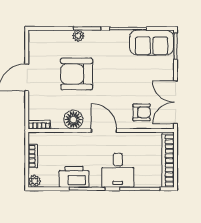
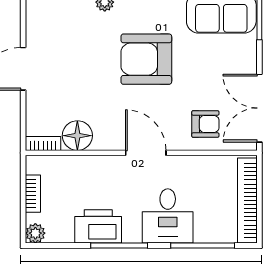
armchair: (77, 74) -> (146, 59), moved
floor lamp: (73, 120) -> (77, 136), moved

